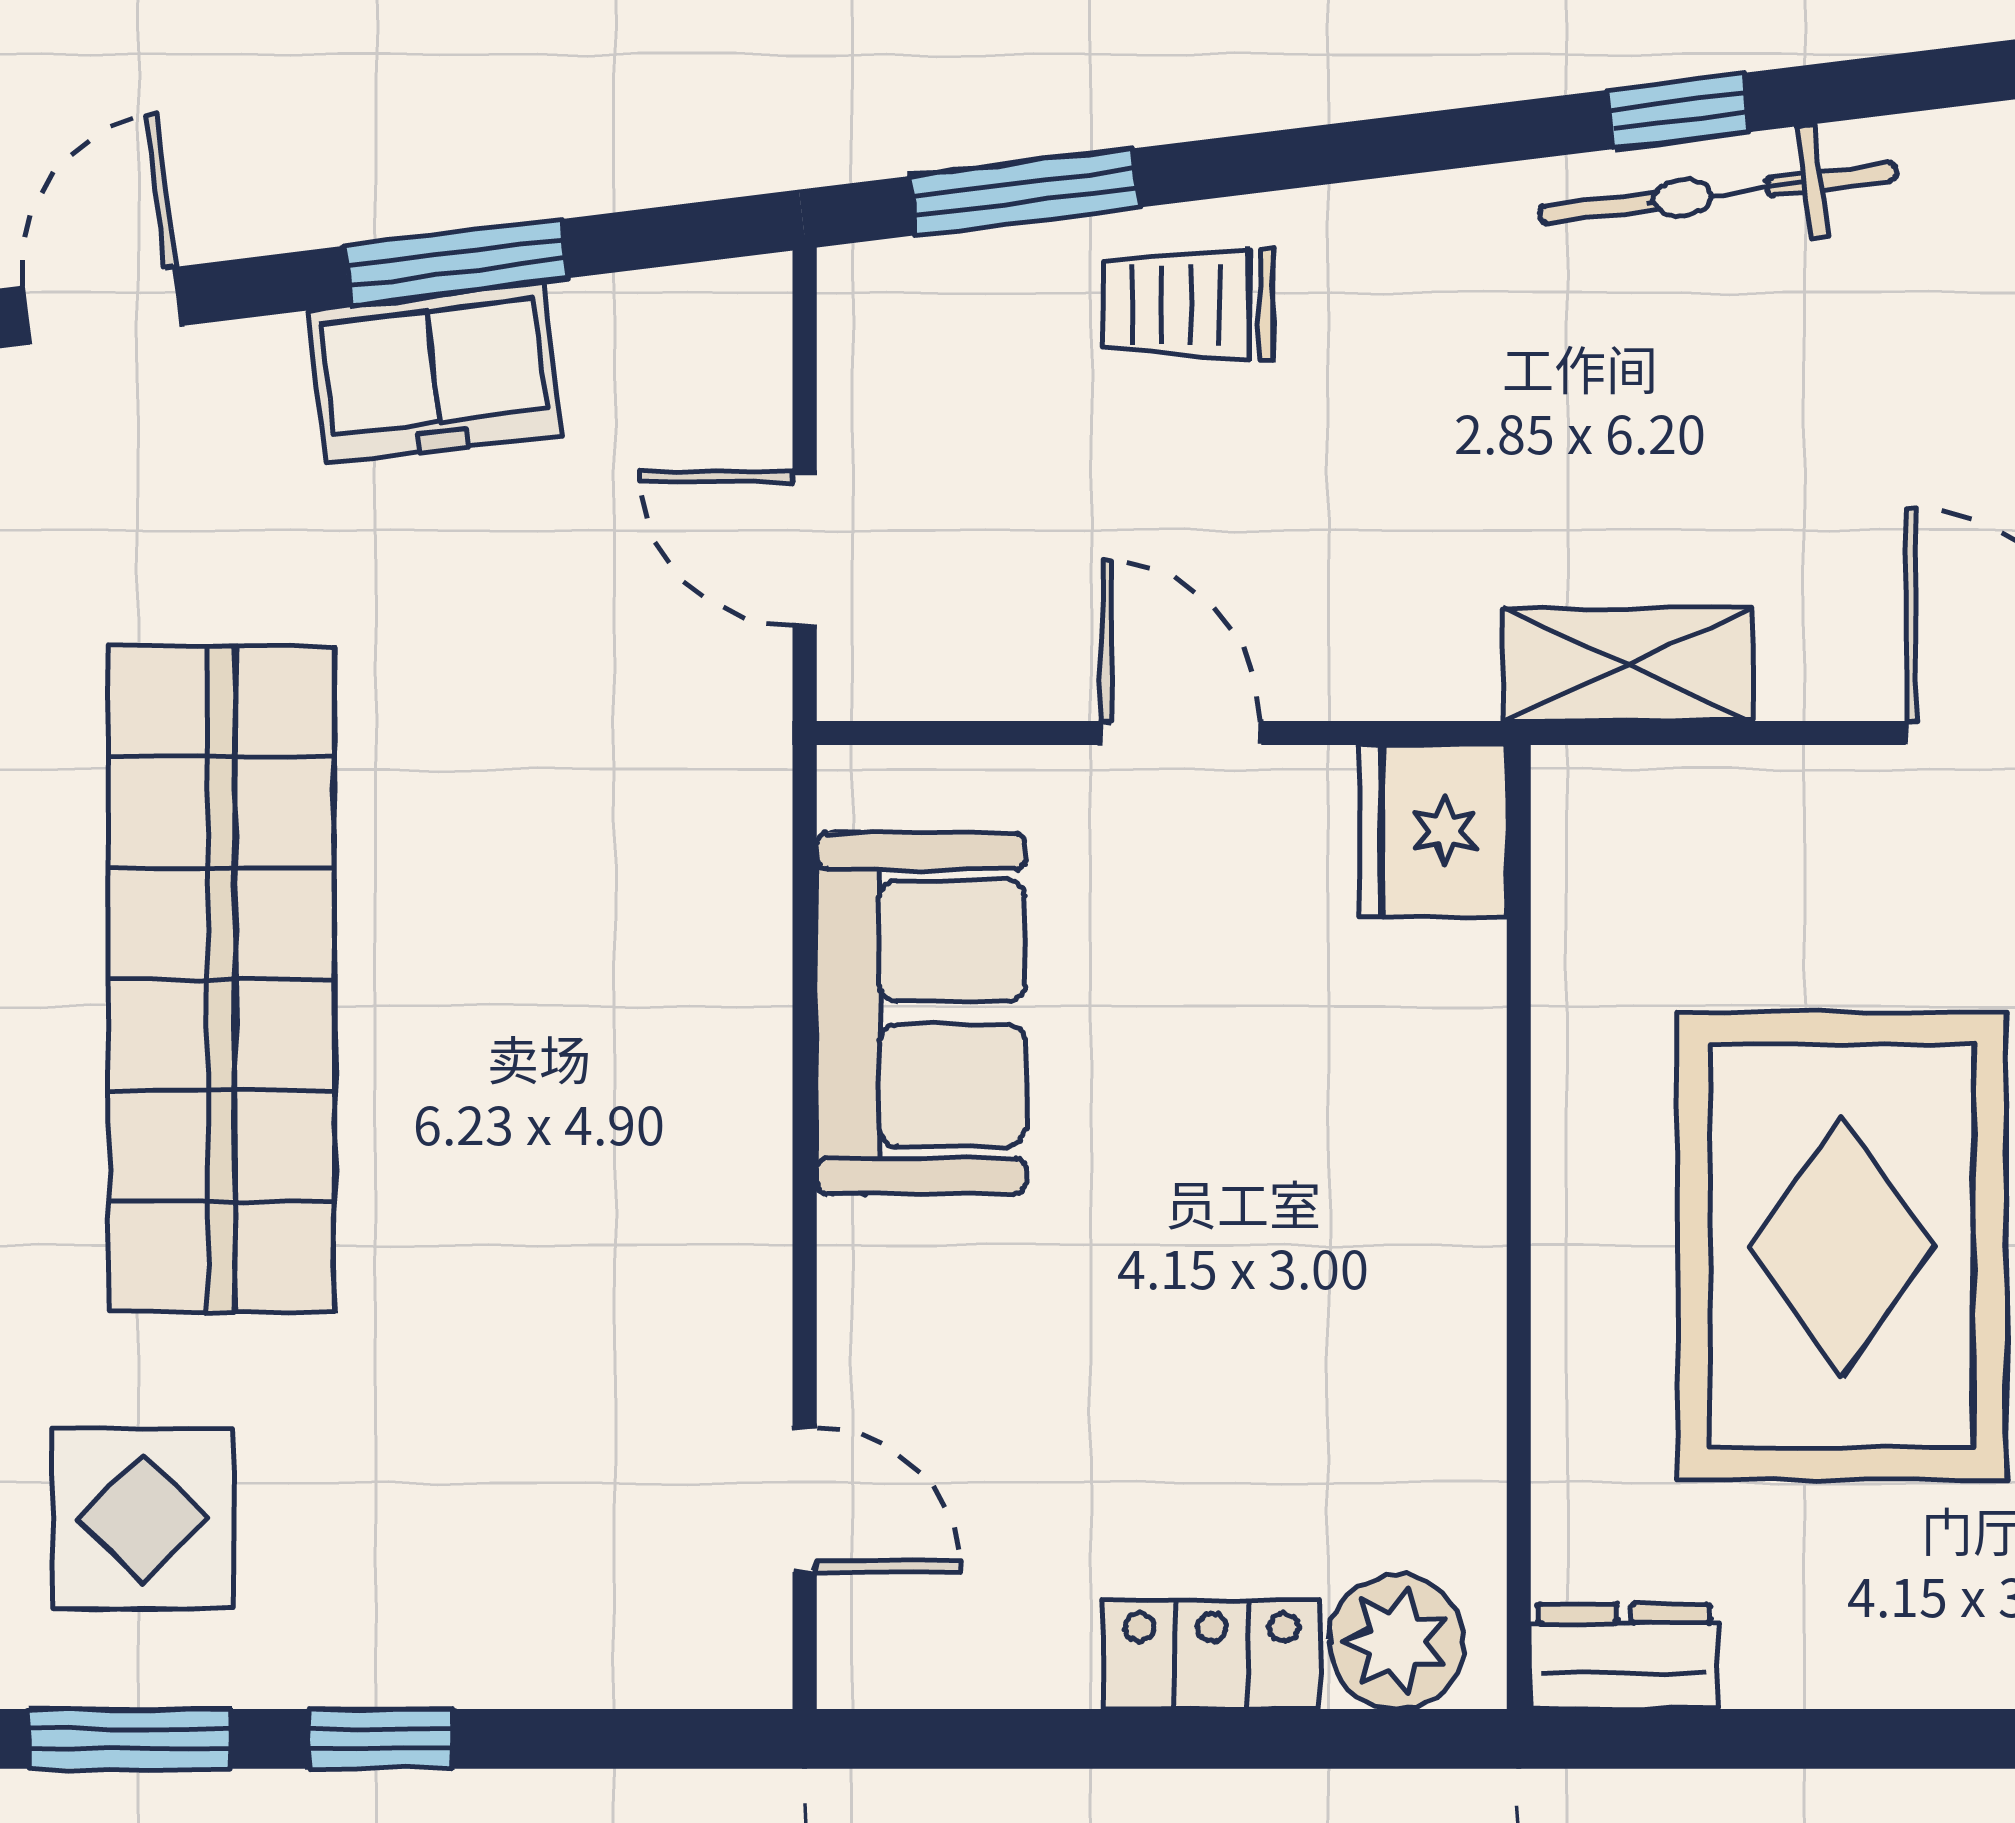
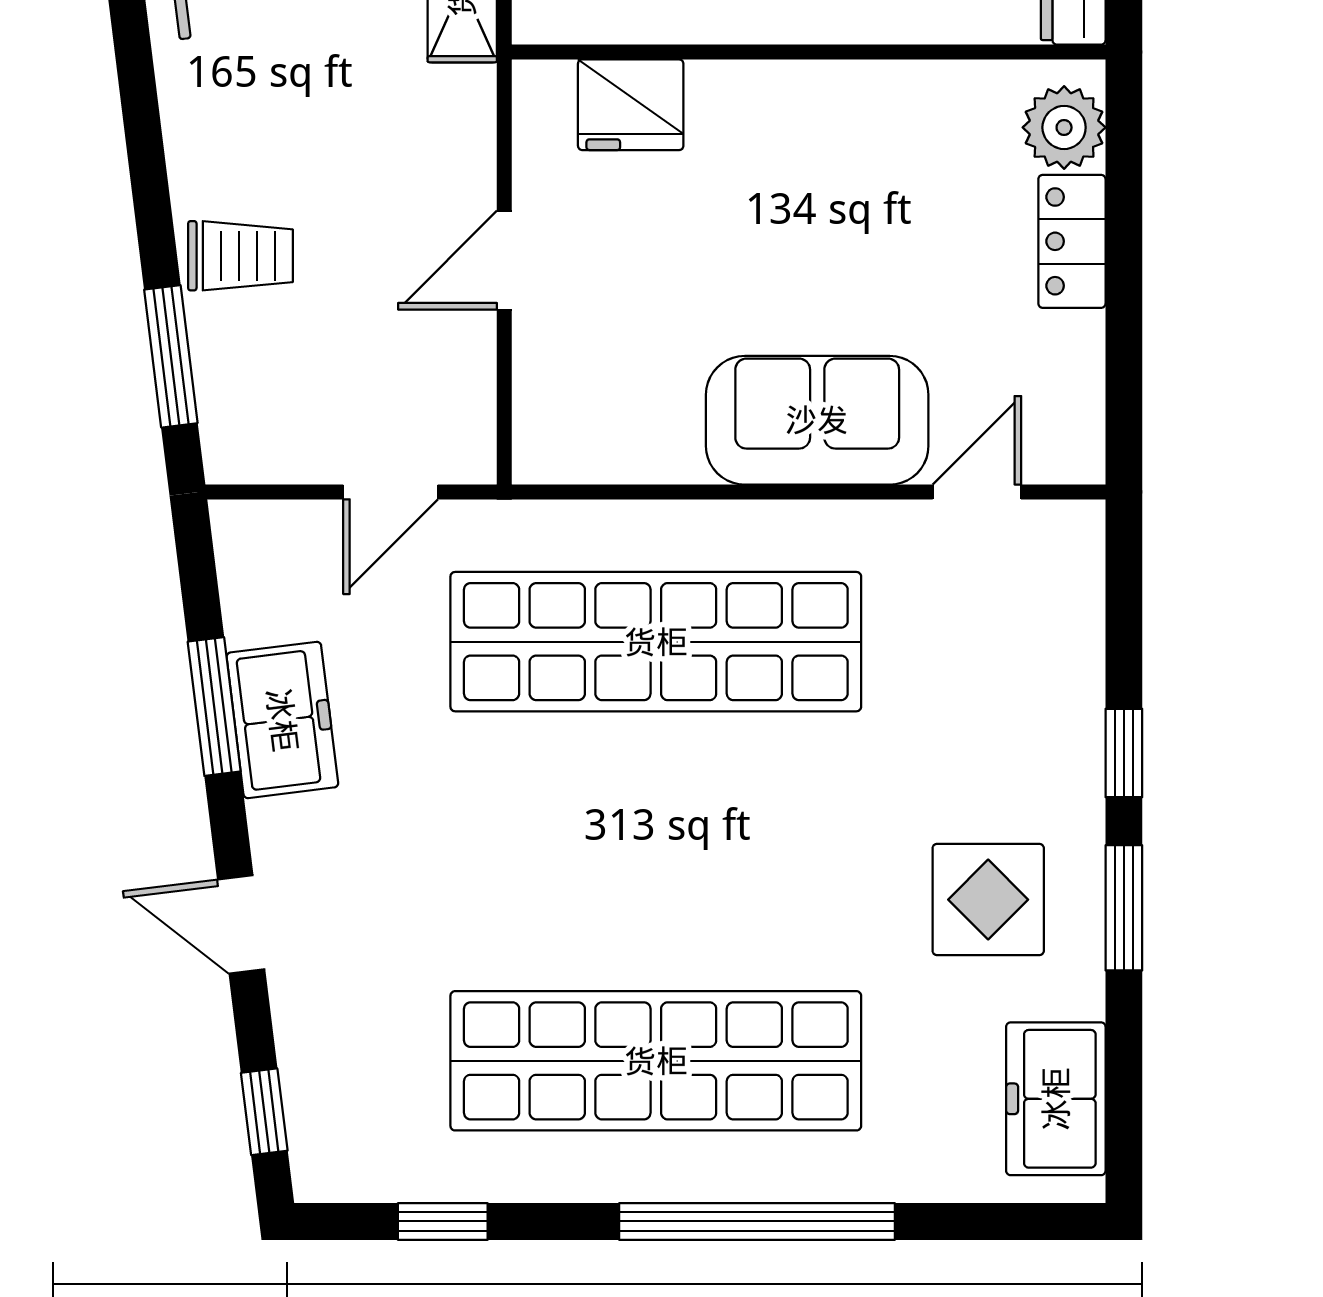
trolley: (1188, 305) -> (240, 256), turned -90
fridge: (1433, 831) -> (631, 105), moved
shop shelf: (221, 979) -> (656, 642), moved
sofa: (921, 1013) -> (817, 420), moved

